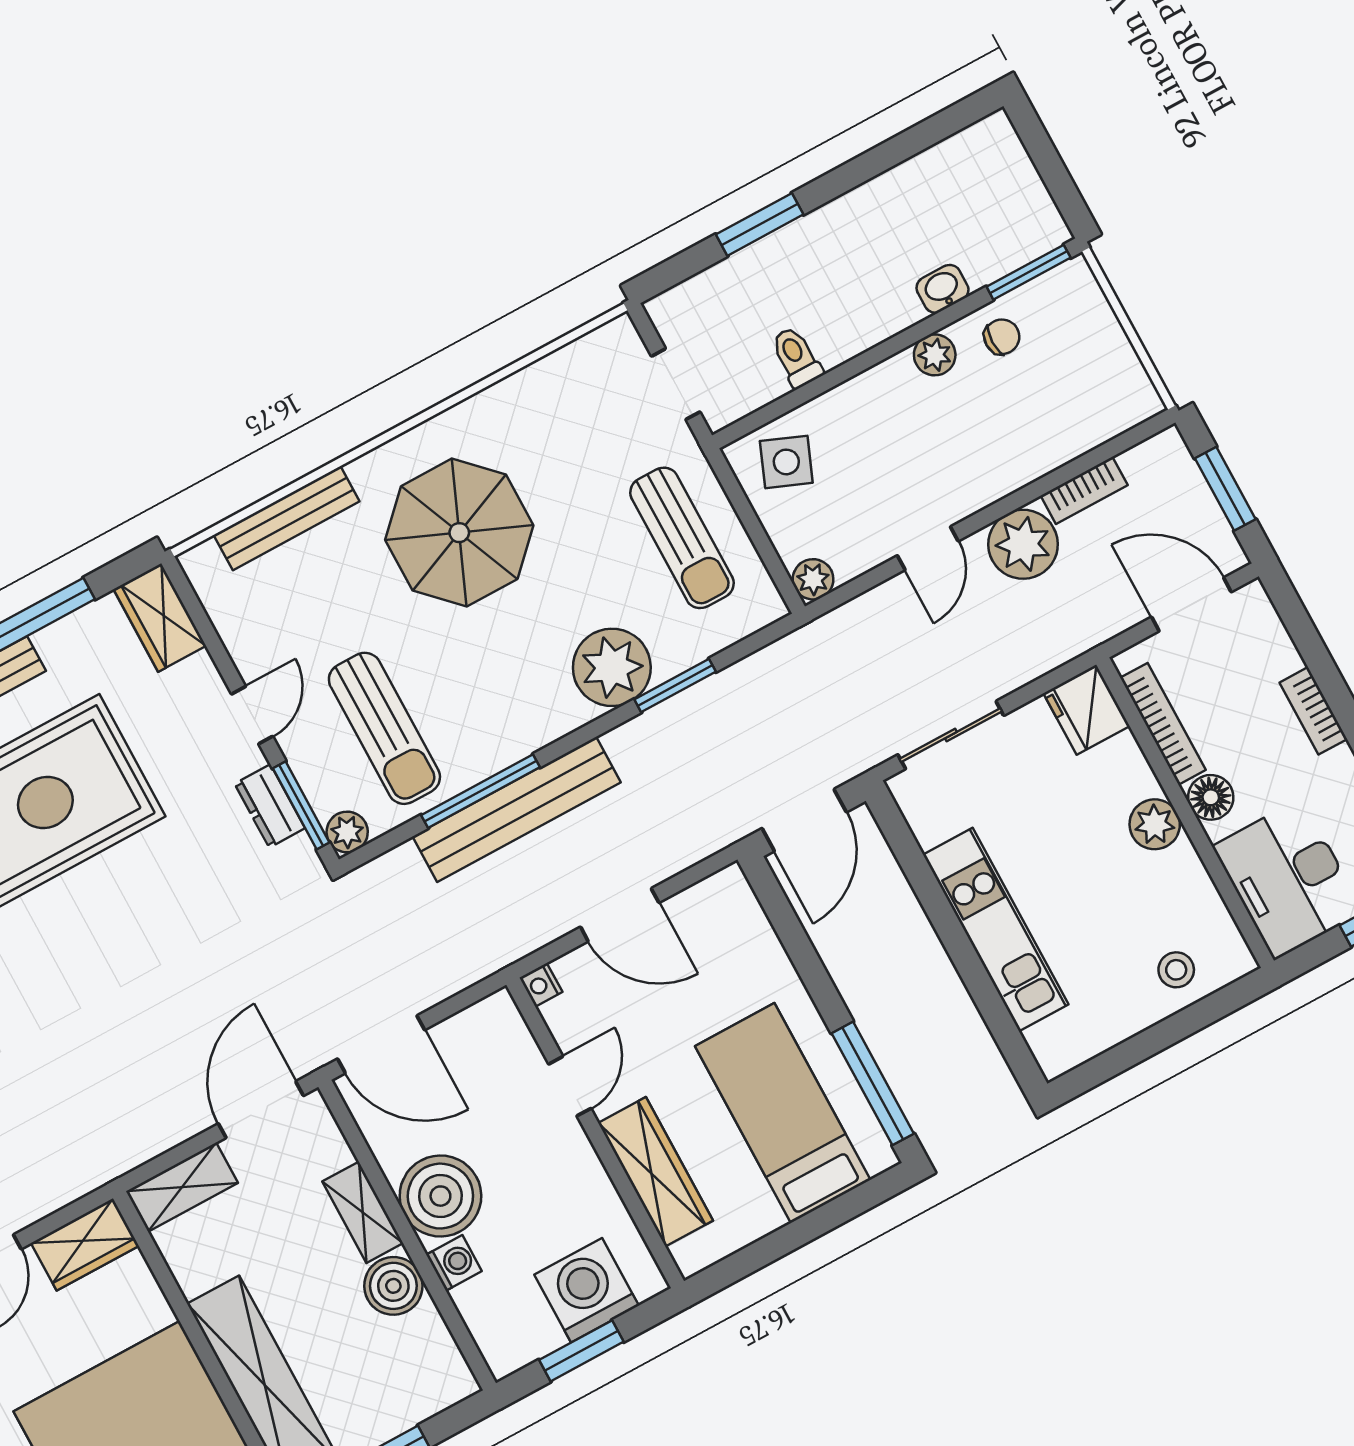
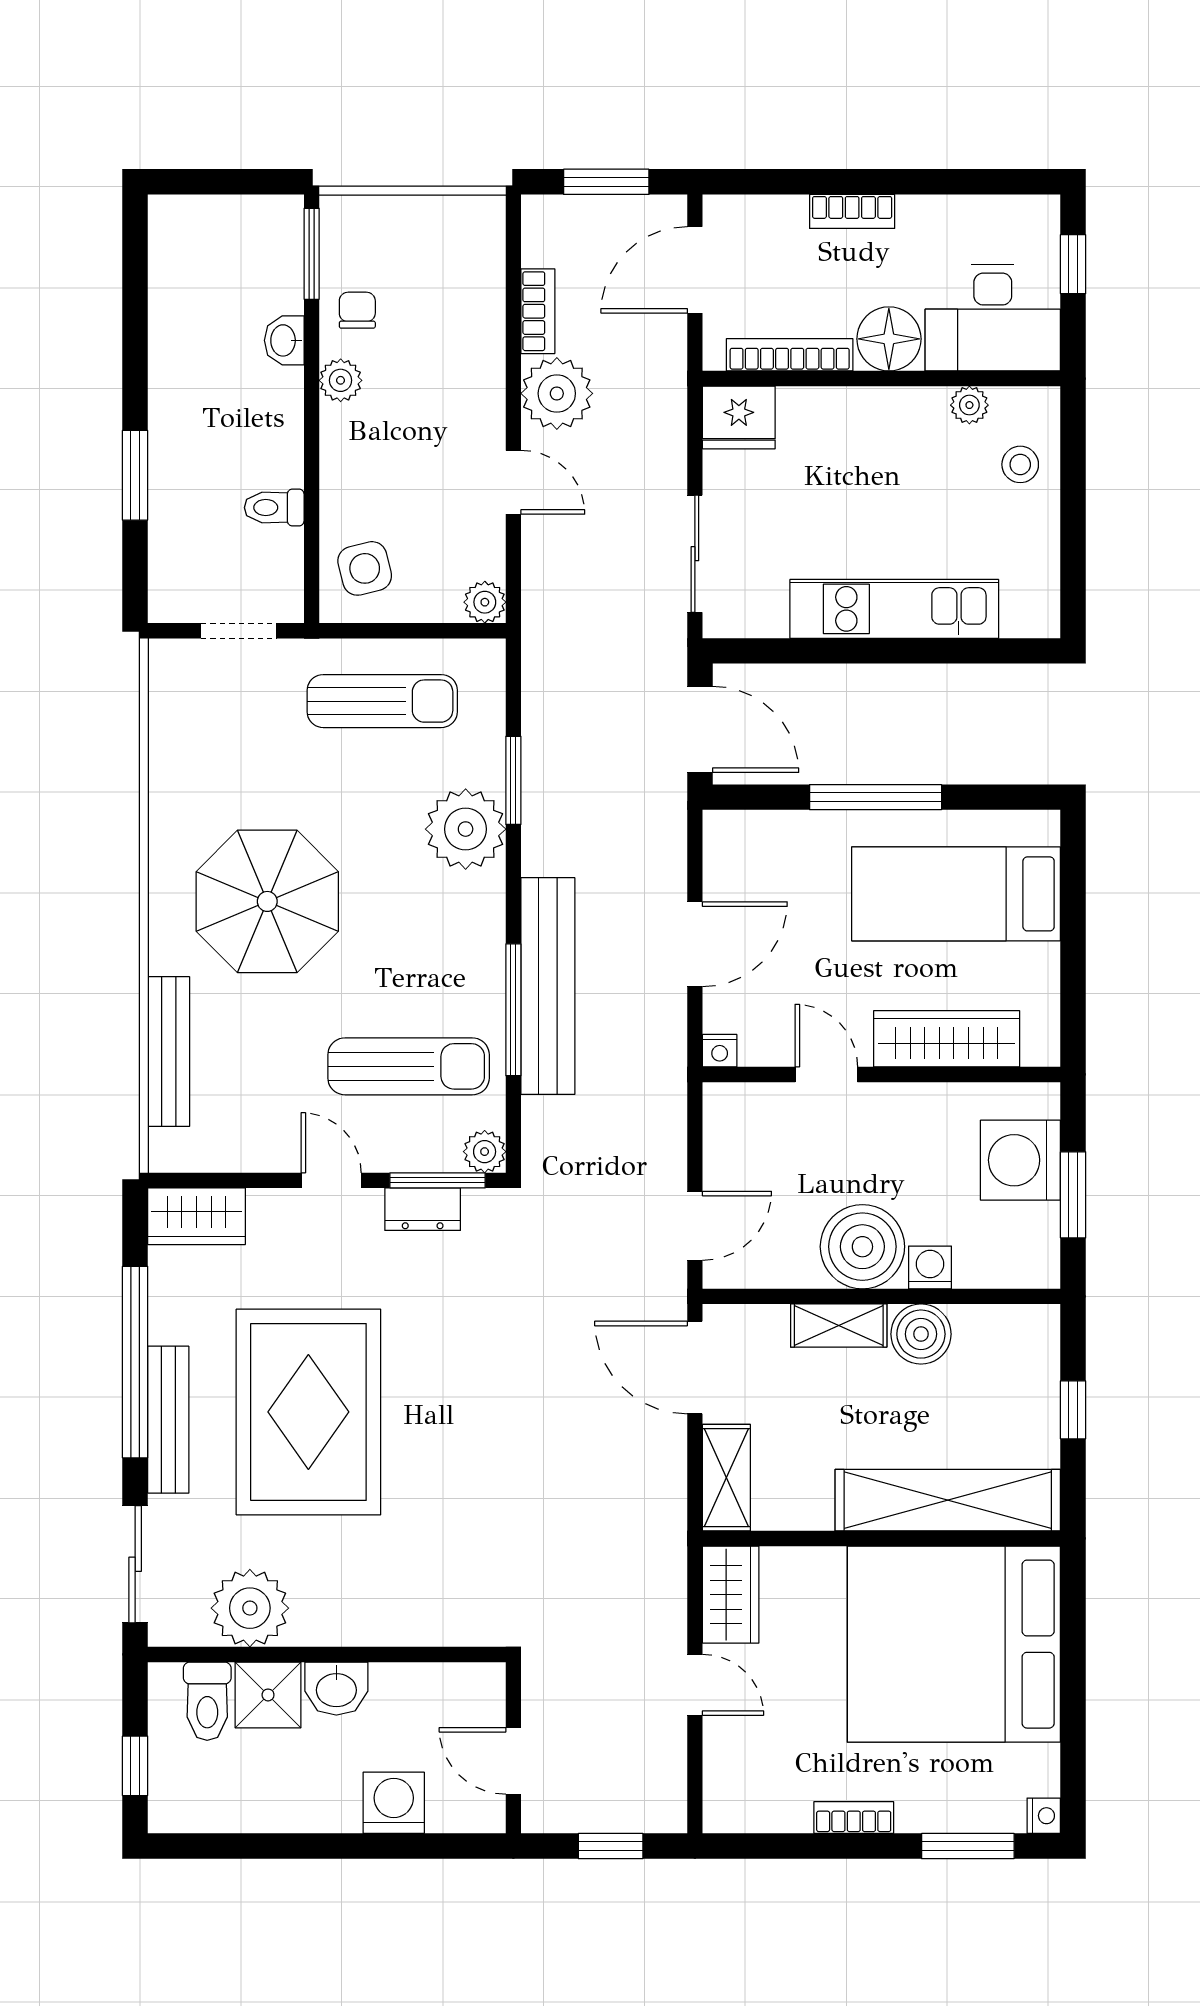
side table: (786, 462) -> (365, 568), turned -36
floor lamp: (1211, 797) -> (889, 339), width x1.38, depth x1.38
plant: (1155, 824) -> (969, 405), moved, width x0.73, depth x0.73
door: (381, 1044) -> (695, 1226), width x0.73
window: (873, 1083) -> (876, 797), moved

